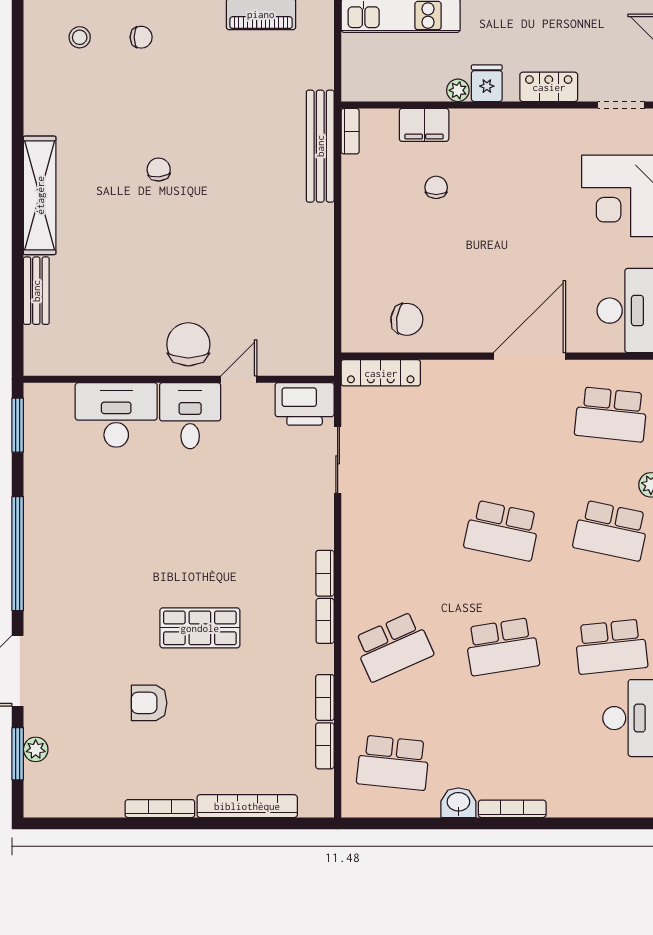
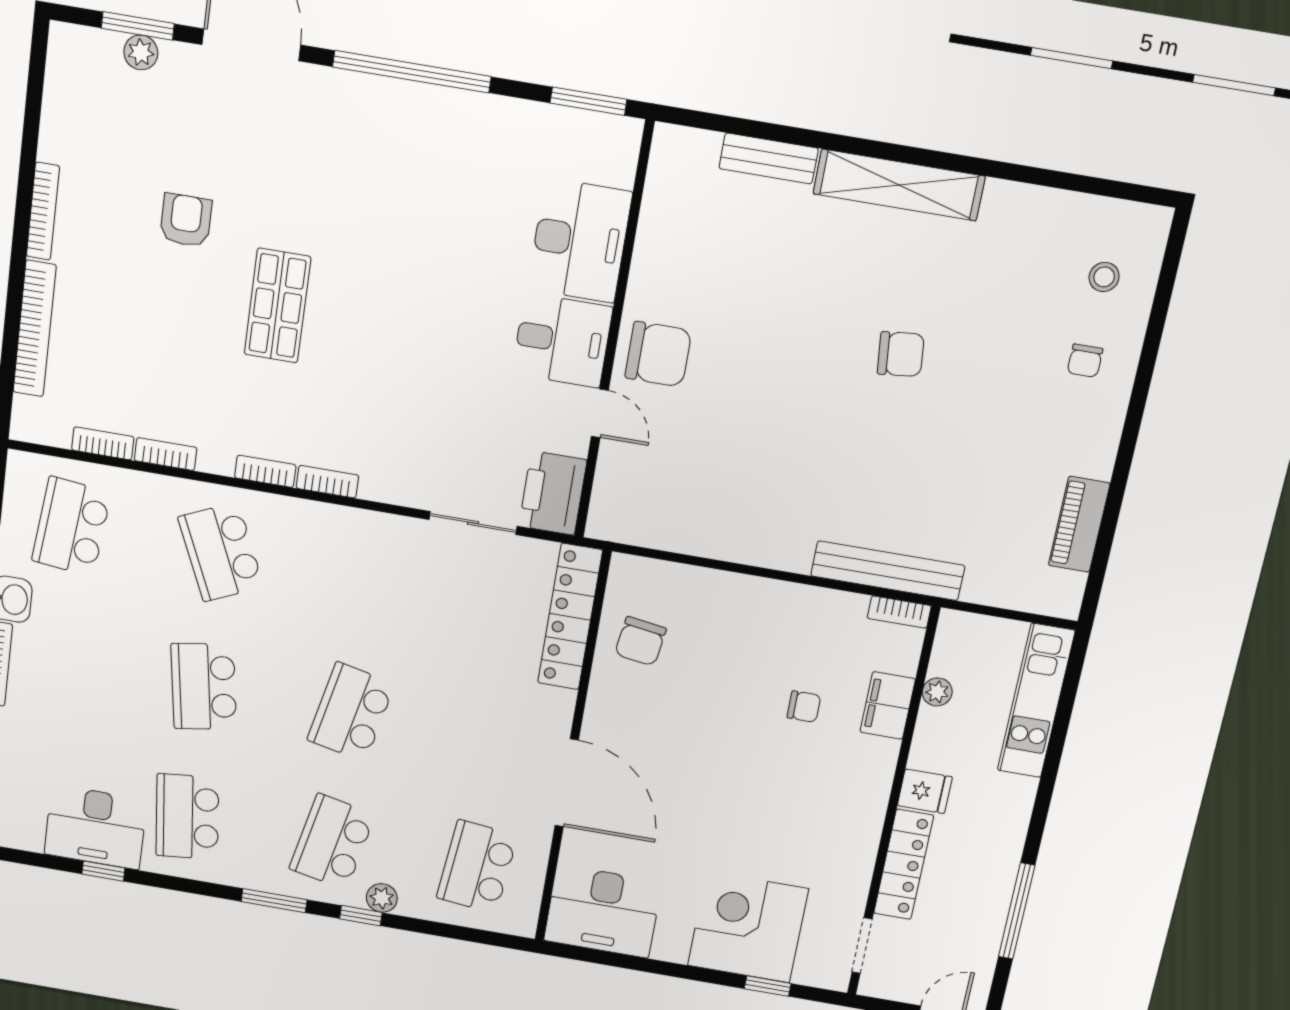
locker: (549, 87) -> (904, 864), width x1.53
plant: (458, 90) -> (937, 692), moved
chair: (159, 170) -> (901, 354), width x1.37, depth x1.37
locker: (381, 373) -> (570, 617), width x1.41, depth x1.21

